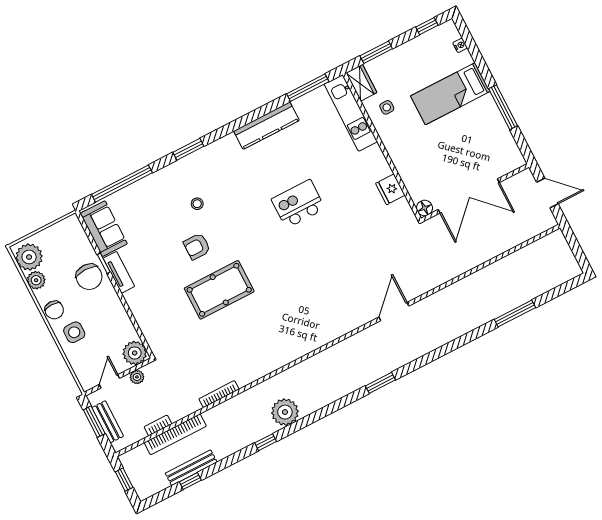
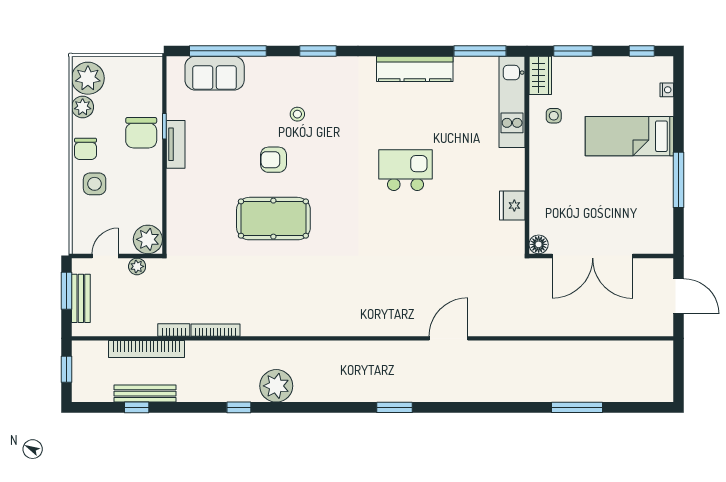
sofa: (104, 229) -> (215, 73), moved, turned 90
bookcase: (158, 425) -> (174, 330), moved

